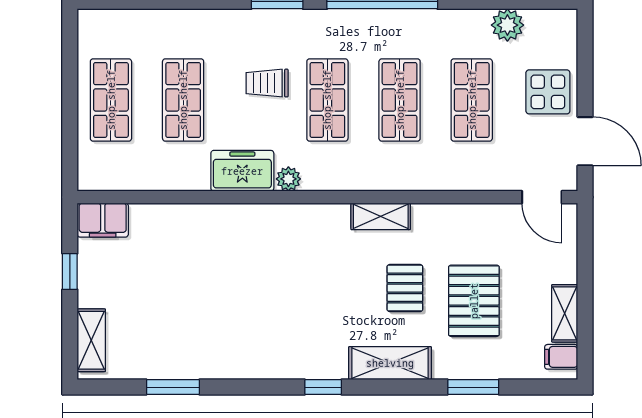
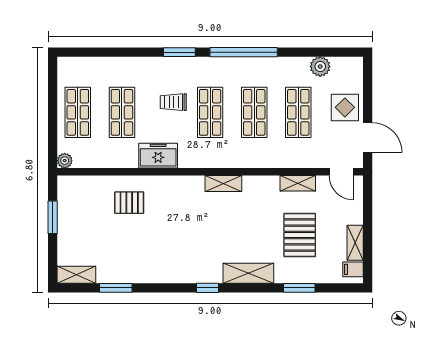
plant: (288, 179) -> (65, 161), moved
shelving: (381, 216) -> (223, 184), moved
shelving: (471, 216) -> (298, 183), added
filing cabinet: (103, 220) -> (73, 186), removed
window: (70, 272) -> (53, 217), width x1.50
pallet: (405, 288) -> (129, 203), moved, turned 90
shelving: (91, 340) -> (76, 275), moved, turned 90

